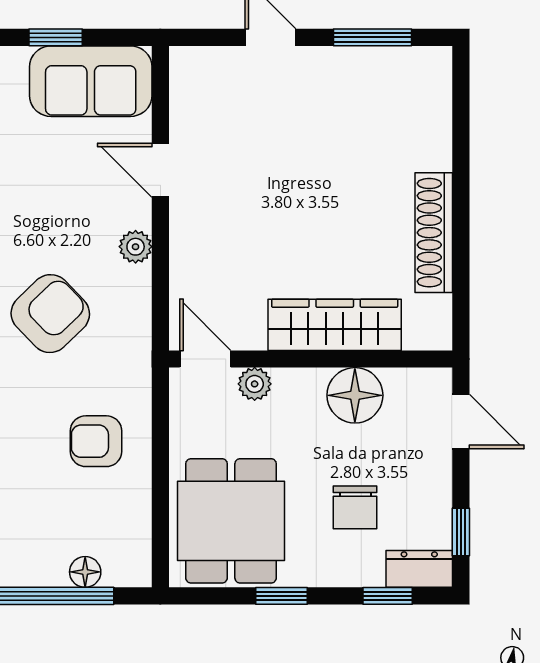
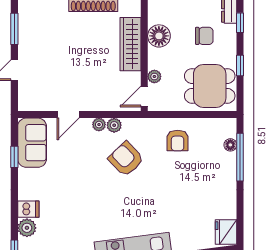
plant: (134, 284) -> (114, 125), added

